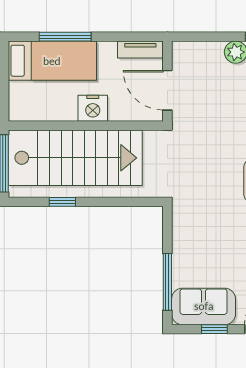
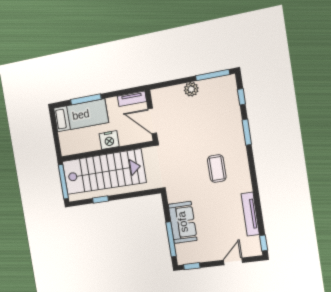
sofa: (204, 306) -> (183, 222), moved, turned 90
window: (214, 329) -> (192, 266), moved

